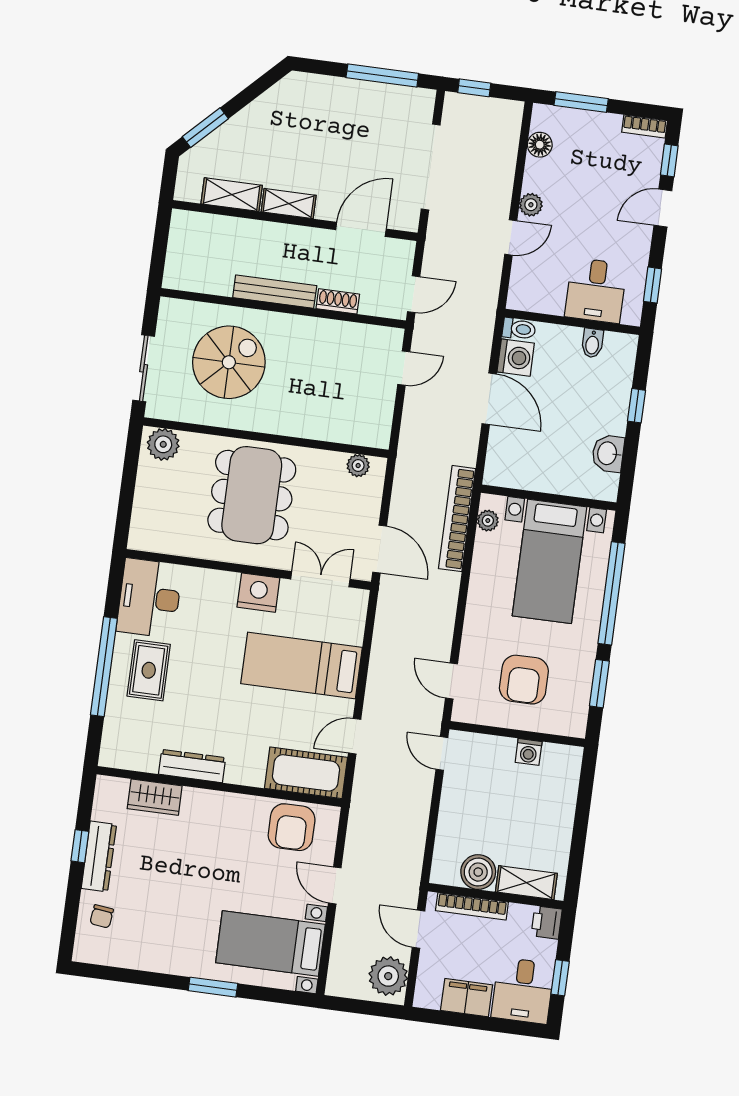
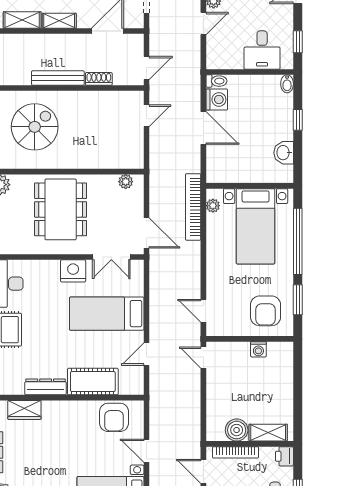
bidet: (592, 343) -> (287, 84), moved
double door: (320, 579) -> (111, 257), swing flipped
armchair: (524, 680) -> (266, 311), moved
cot: (306, 773) -> (93, 382), moved

